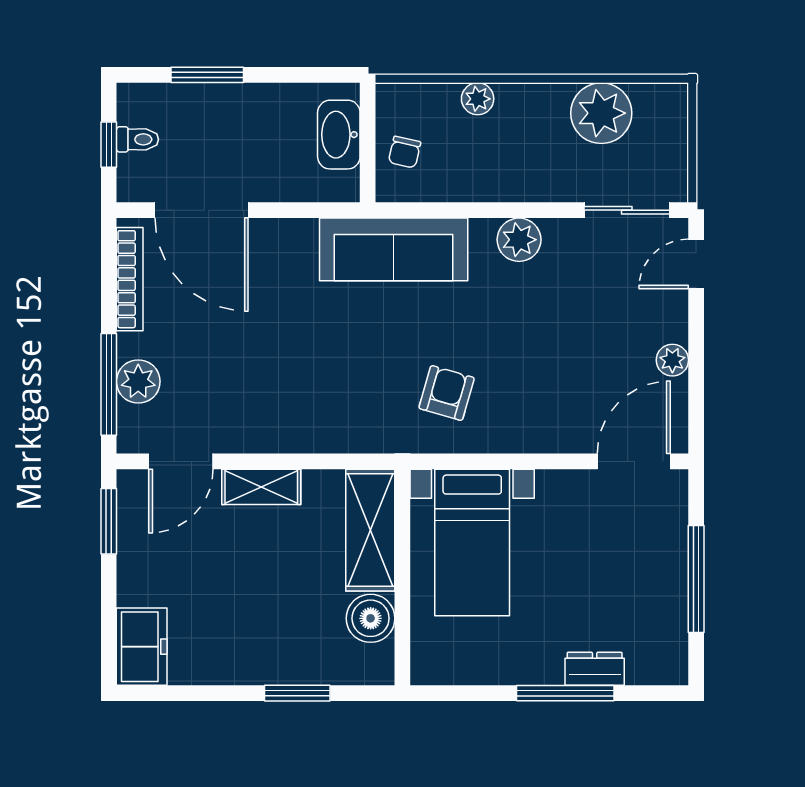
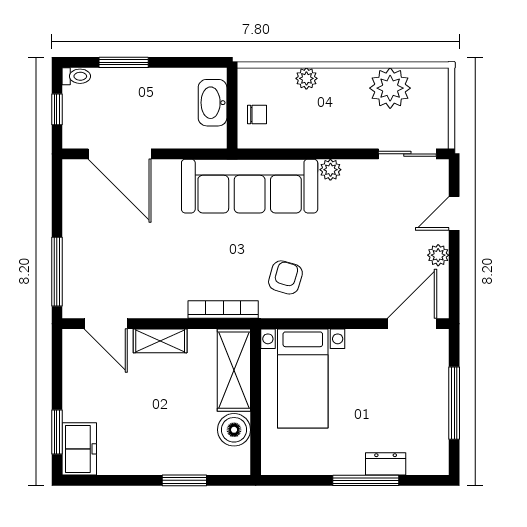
toilet: (137, 139) -> (76, 76), moved
chair: (405, 152) -> (257, 115), turned -103
plant: (519, 240) -> (330, 170), width x0.73, depth x0.73
sofa: (394, 249) -> (250, 186), width x1.36, depth x1.27
door: (696, 264) -> (454, 213), moved
bookcase: (130, 279) -> (223, 309), moved, turned -90
plant: (138, 381) -> (77, 270), removed
door: (181, 461) -> (106, 324), hinge flipped
window: (109, 521) -> (57, 432), moved

